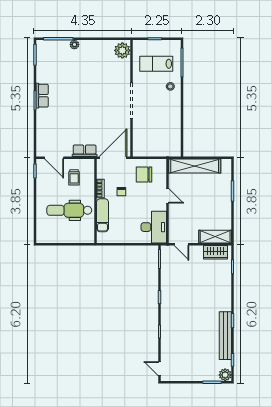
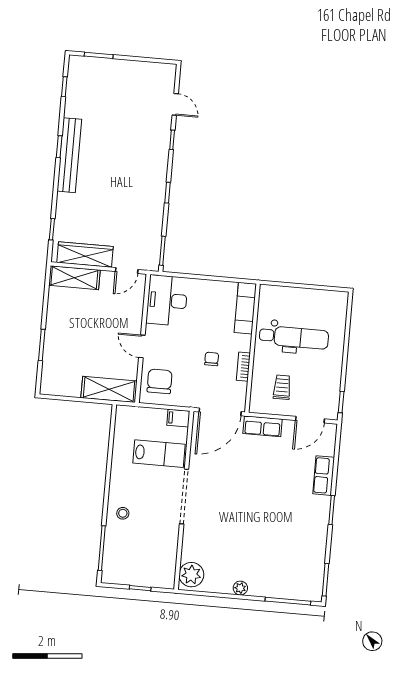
plant: (74, 45) -> (240, 588), moved
lab bench: (156, 64) -> (159, 454), moved
row of seats: (42, 96) -> (324, 476), moved
filing cabinet: (140, 151) -> (178, 418), added
door: (54, 158) -> (310, 420), swing flipped
shelving: (195, 166) -> (109, 389), width x0.68
chair: (144, 174) -> (160, 381), moved, turned -90
exam couch: (102, 215) -> (245, 308), moved
door: (182, 244) -> (127, 271), swing flipped
wardrobe: (216, 252) -> (85, 255), width x1.50
bench: (225, 336) -> (69, 155), moved
door: (160, 369) -> (175, 104), moved
plant: (225, 375) -> (78, 65), removed

